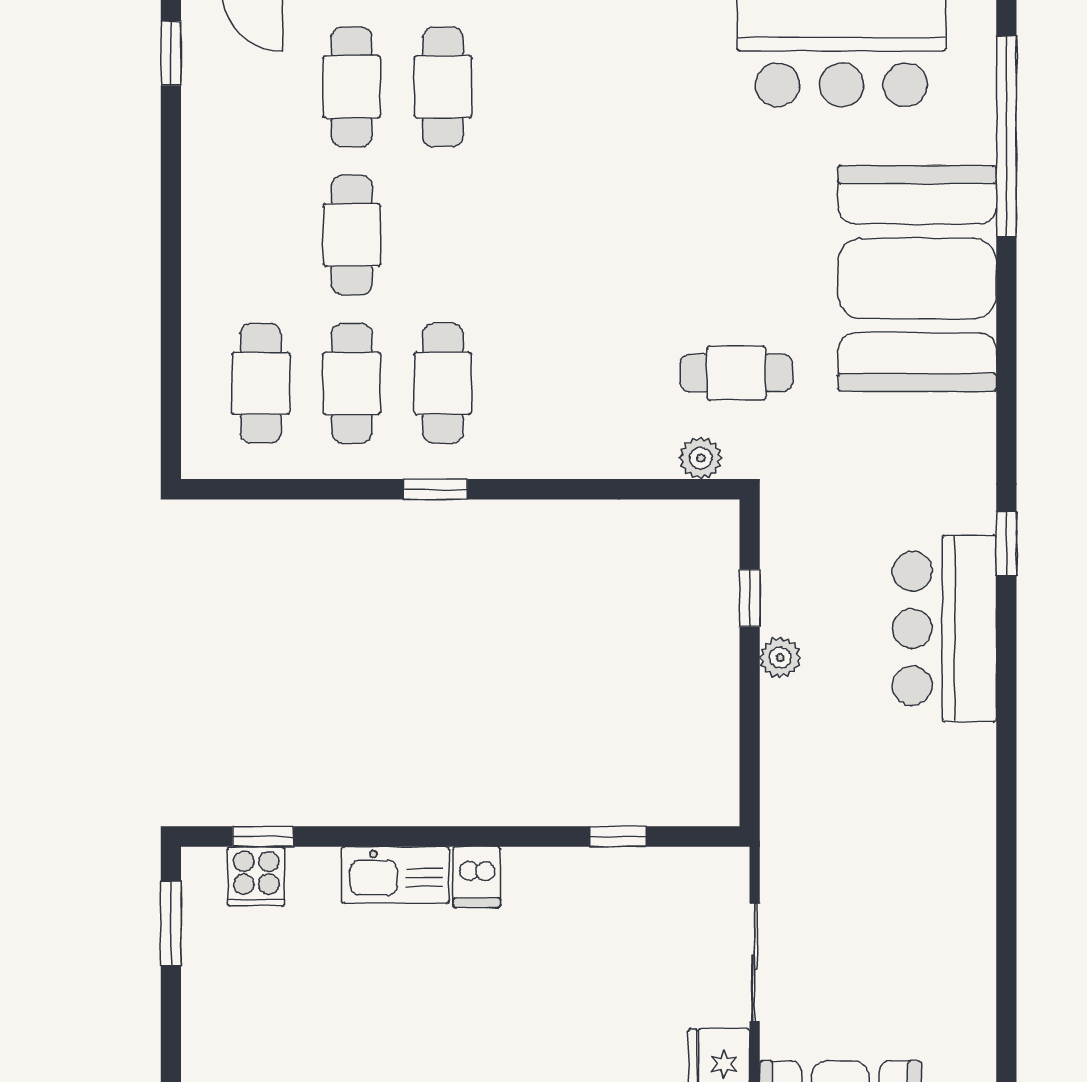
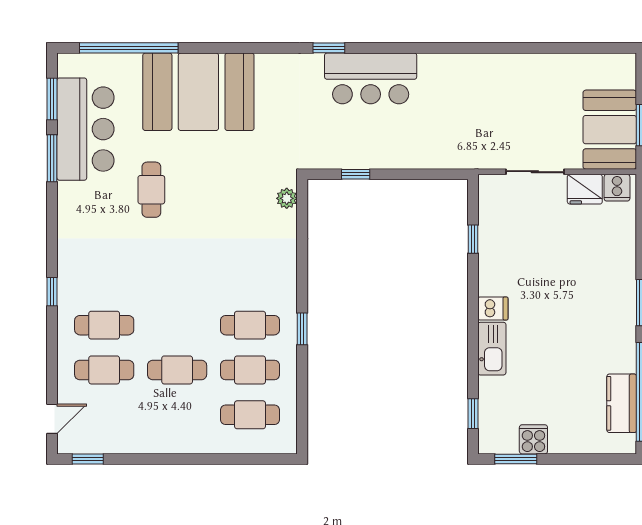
cafe table: (736, 373) -> (151, 190), moved
plant: (780, 658) -> (385, 159), removed
cooker: (256, 876) -> (533, 439), moved, turned -90

